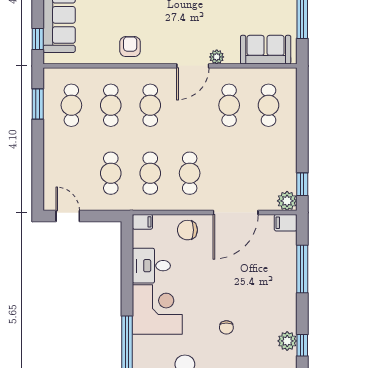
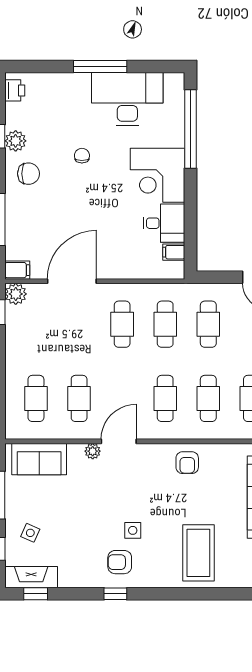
filing cabinet: (142, 222) -> (174, 252), moved
chair: (187, 230) -> (29, 174), moved

